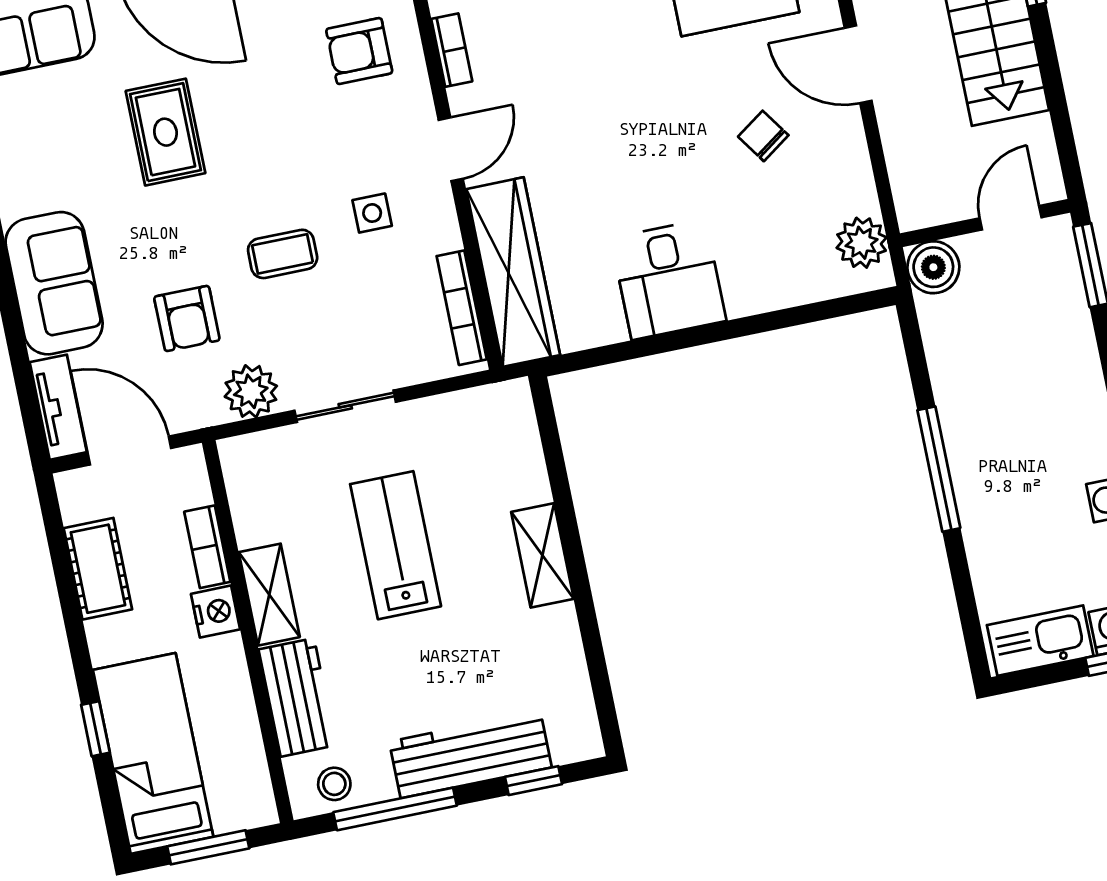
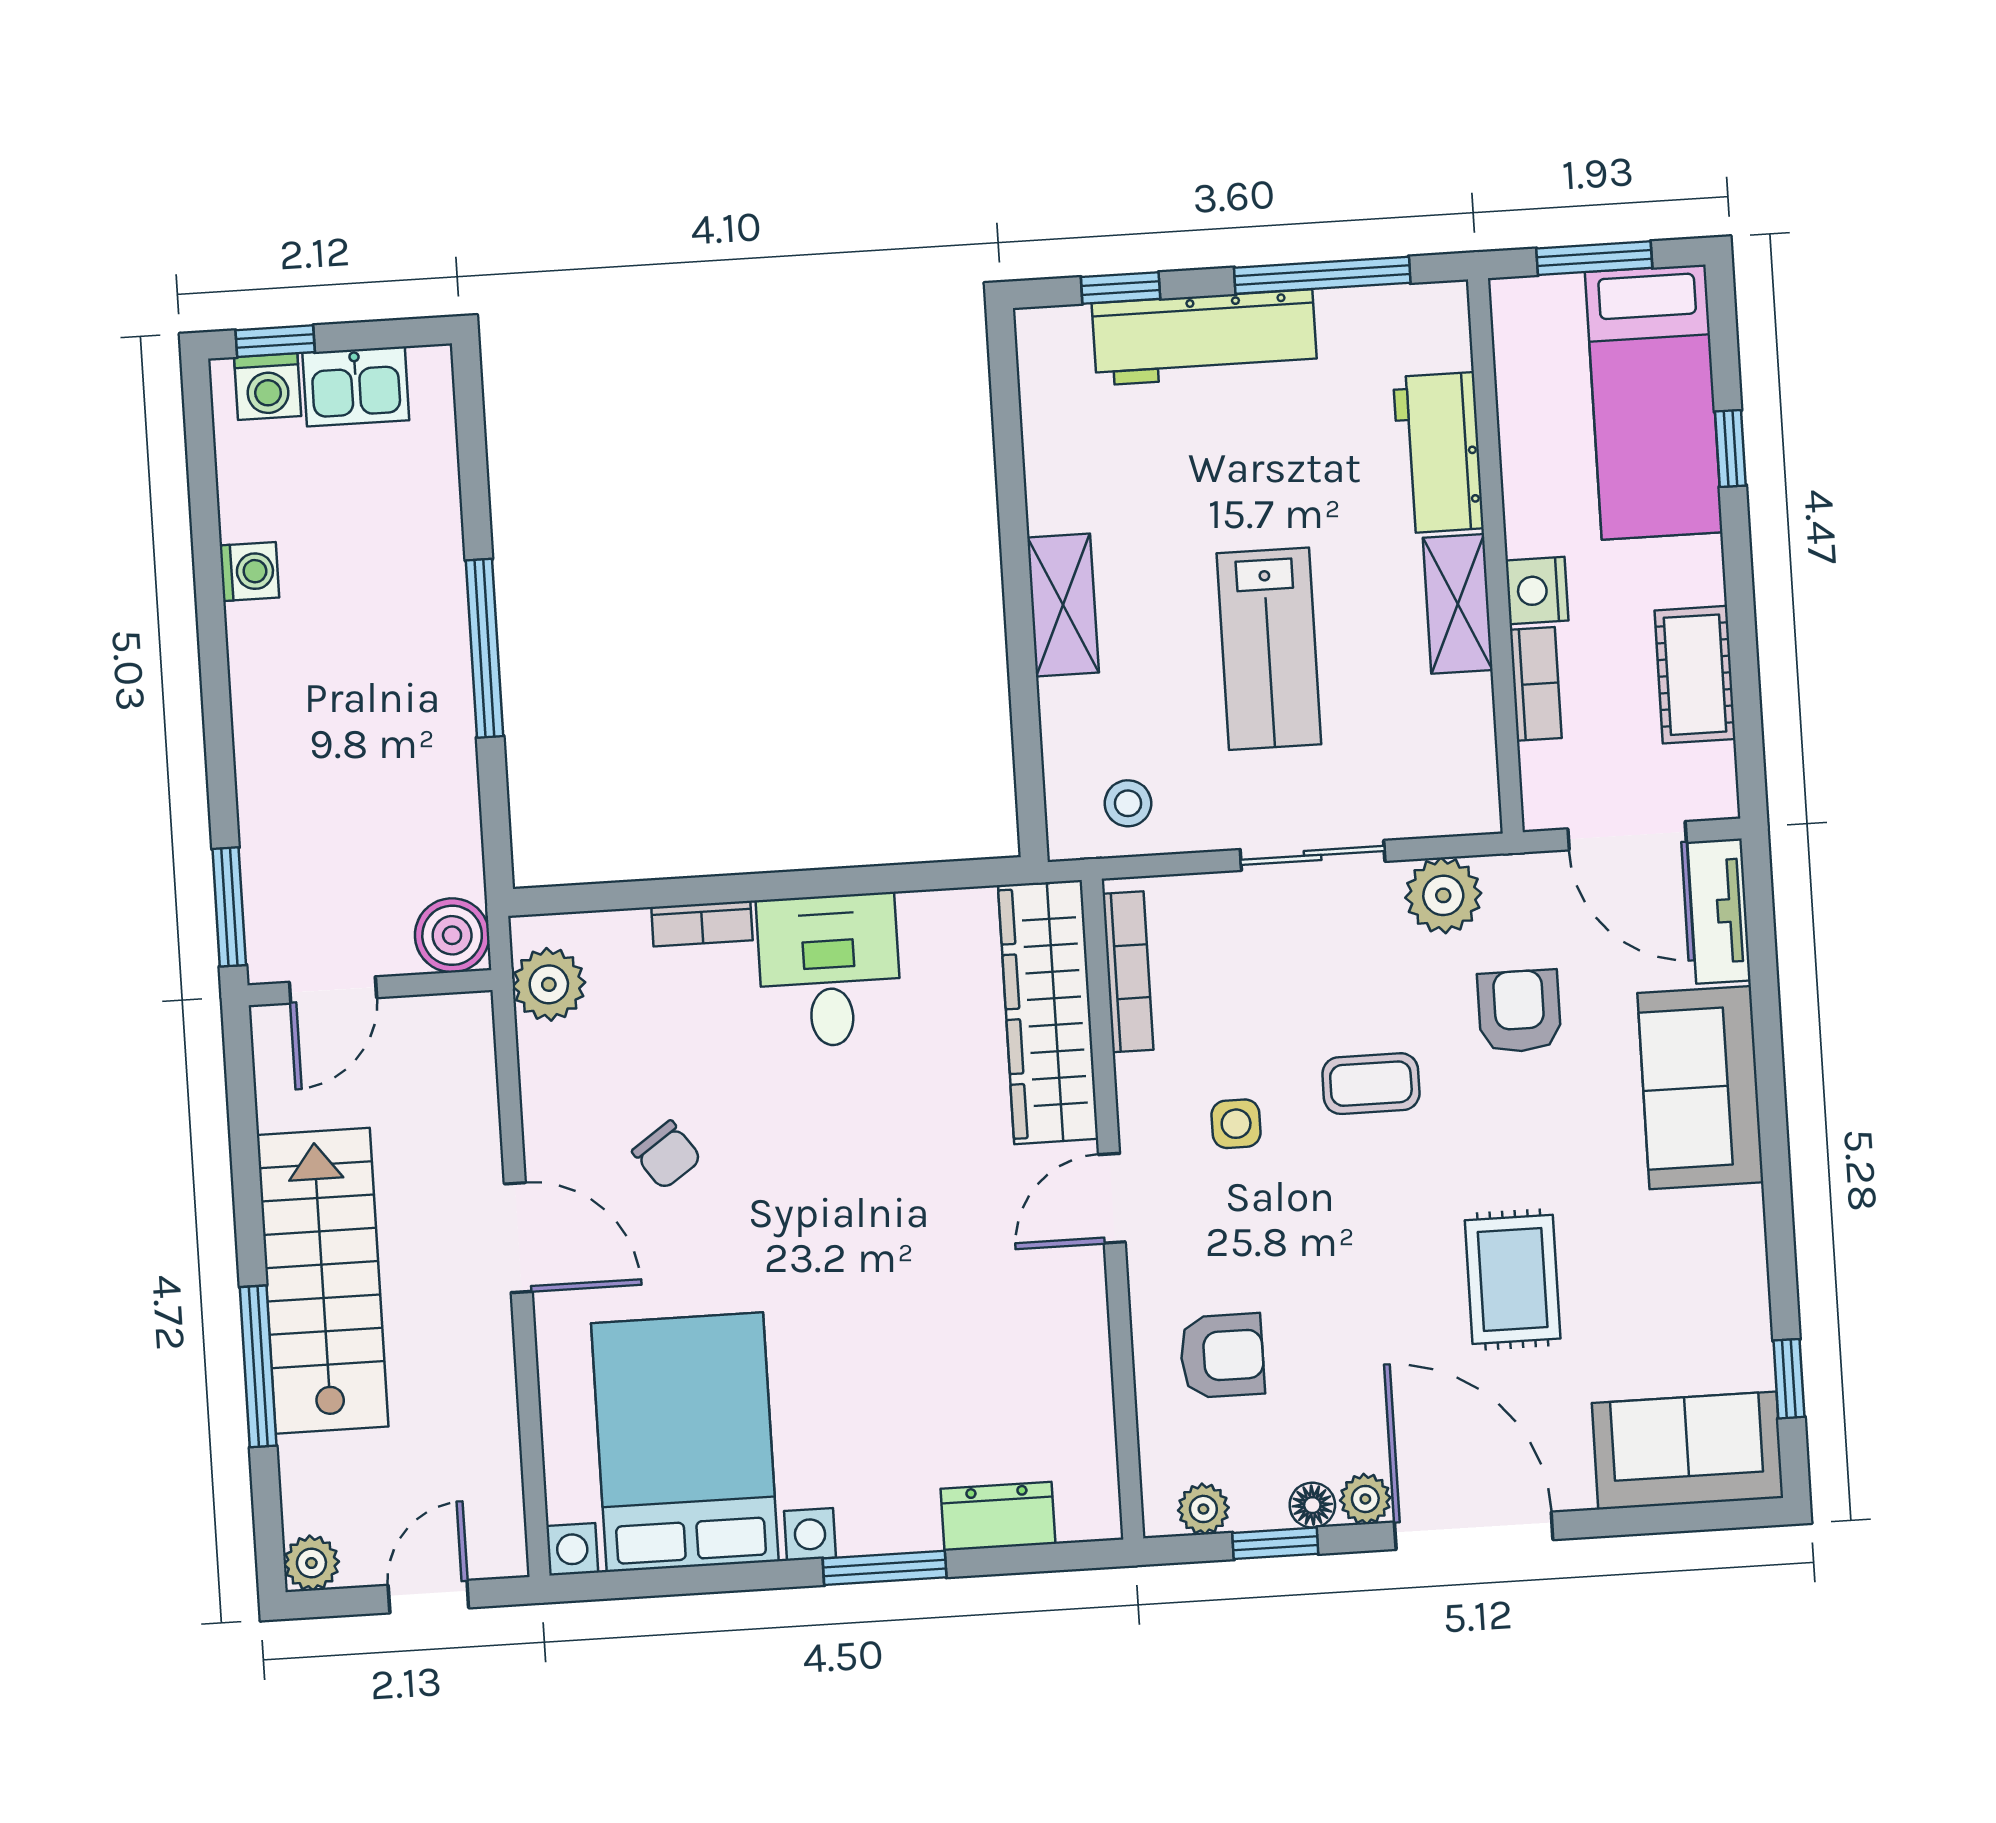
bookcase: (452, 50) -> (702, 924), moved, turned -90
kitchen sink: (1040, 641) -> (356, 386), width x0.73
stool: (334, 784) -> (1128, 803), moved

